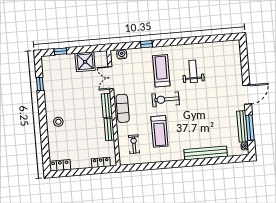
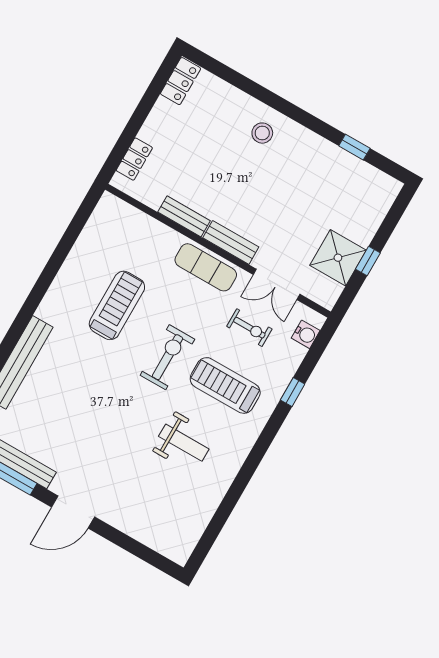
window: (60, 51) -> (368, 261), moved
treadmill: (161, 71) -> (225, 385), turned 180
double door: (111, 78) -> (277, 284), swing flipped
door: (247, 95) -> (73, 512), hinge flipped
treadmill: (159, 131) -> (117, 305), turned 90
exercise bike: (134, 144) -> (249, 328), moved

